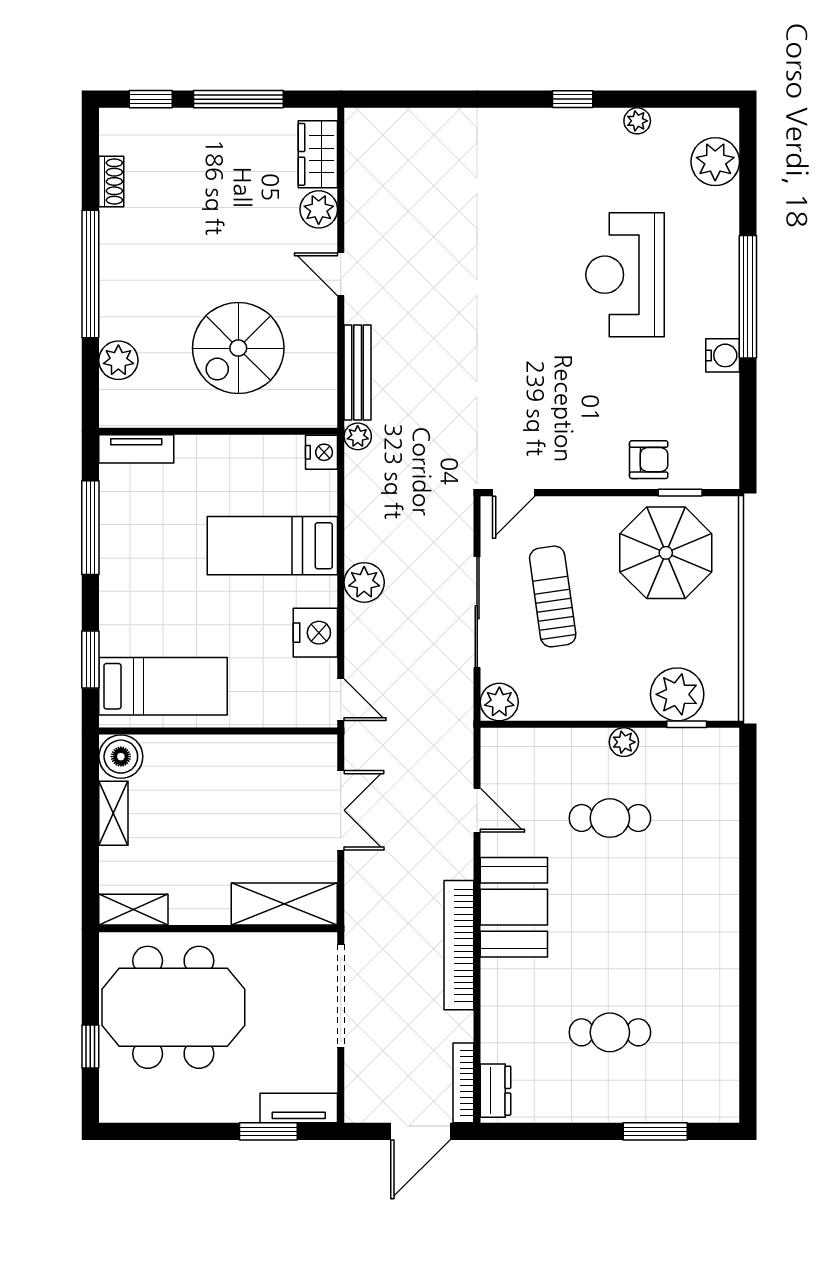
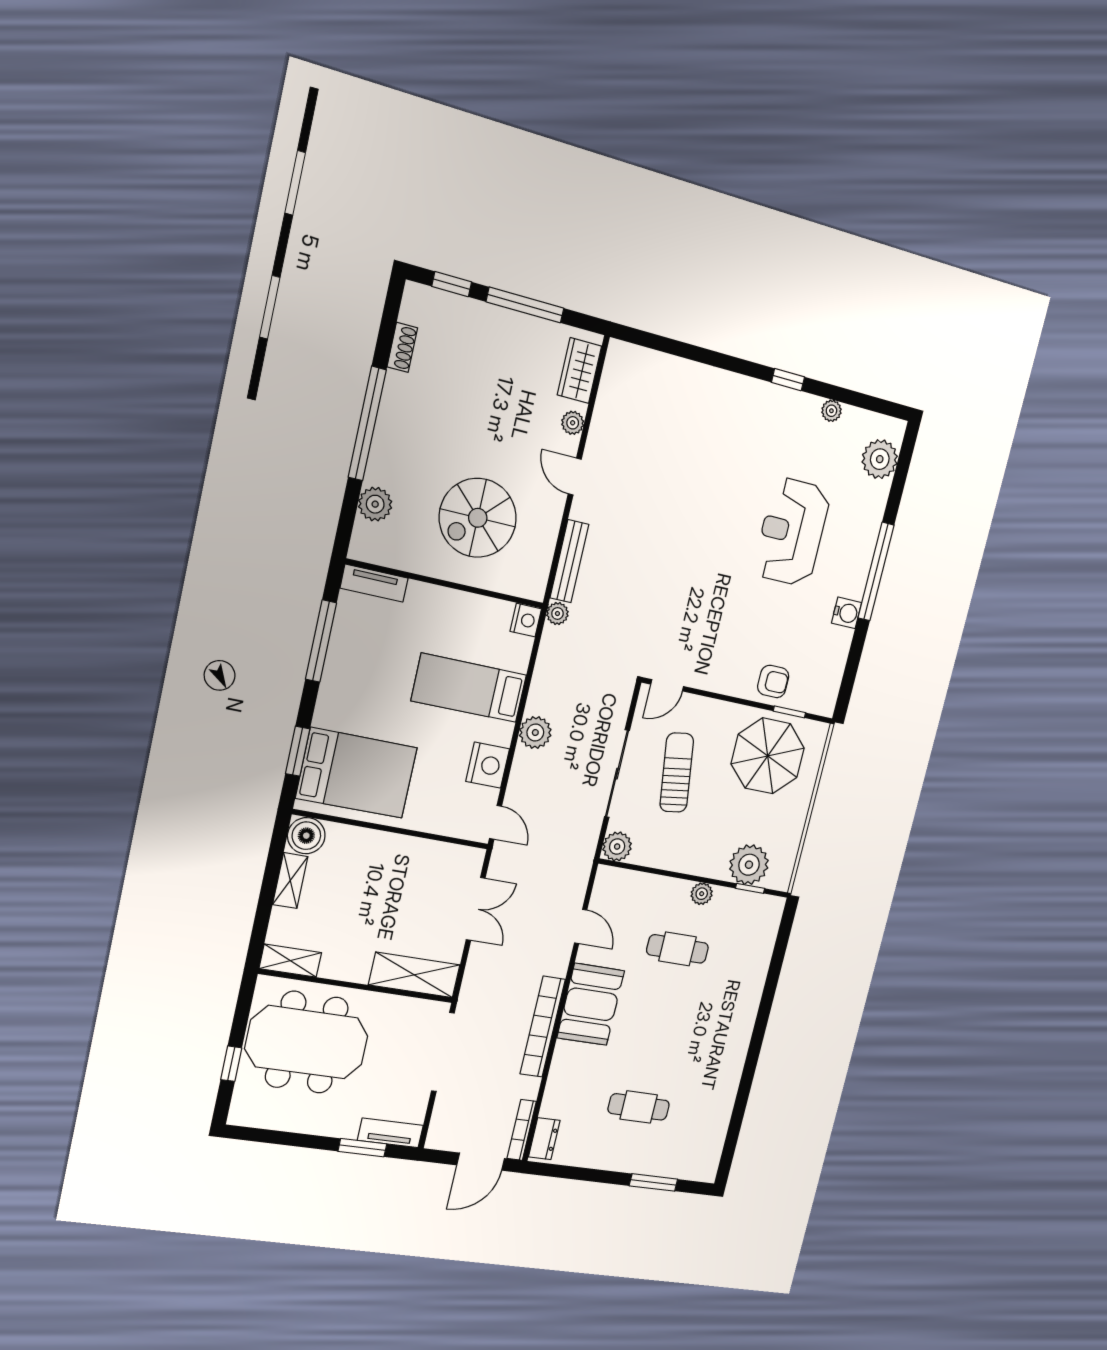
plant: (319, 209) -> (573, 423), width x0.73, depth x0.73
bed: (163, 686) -> (357, 773), width x1.50

